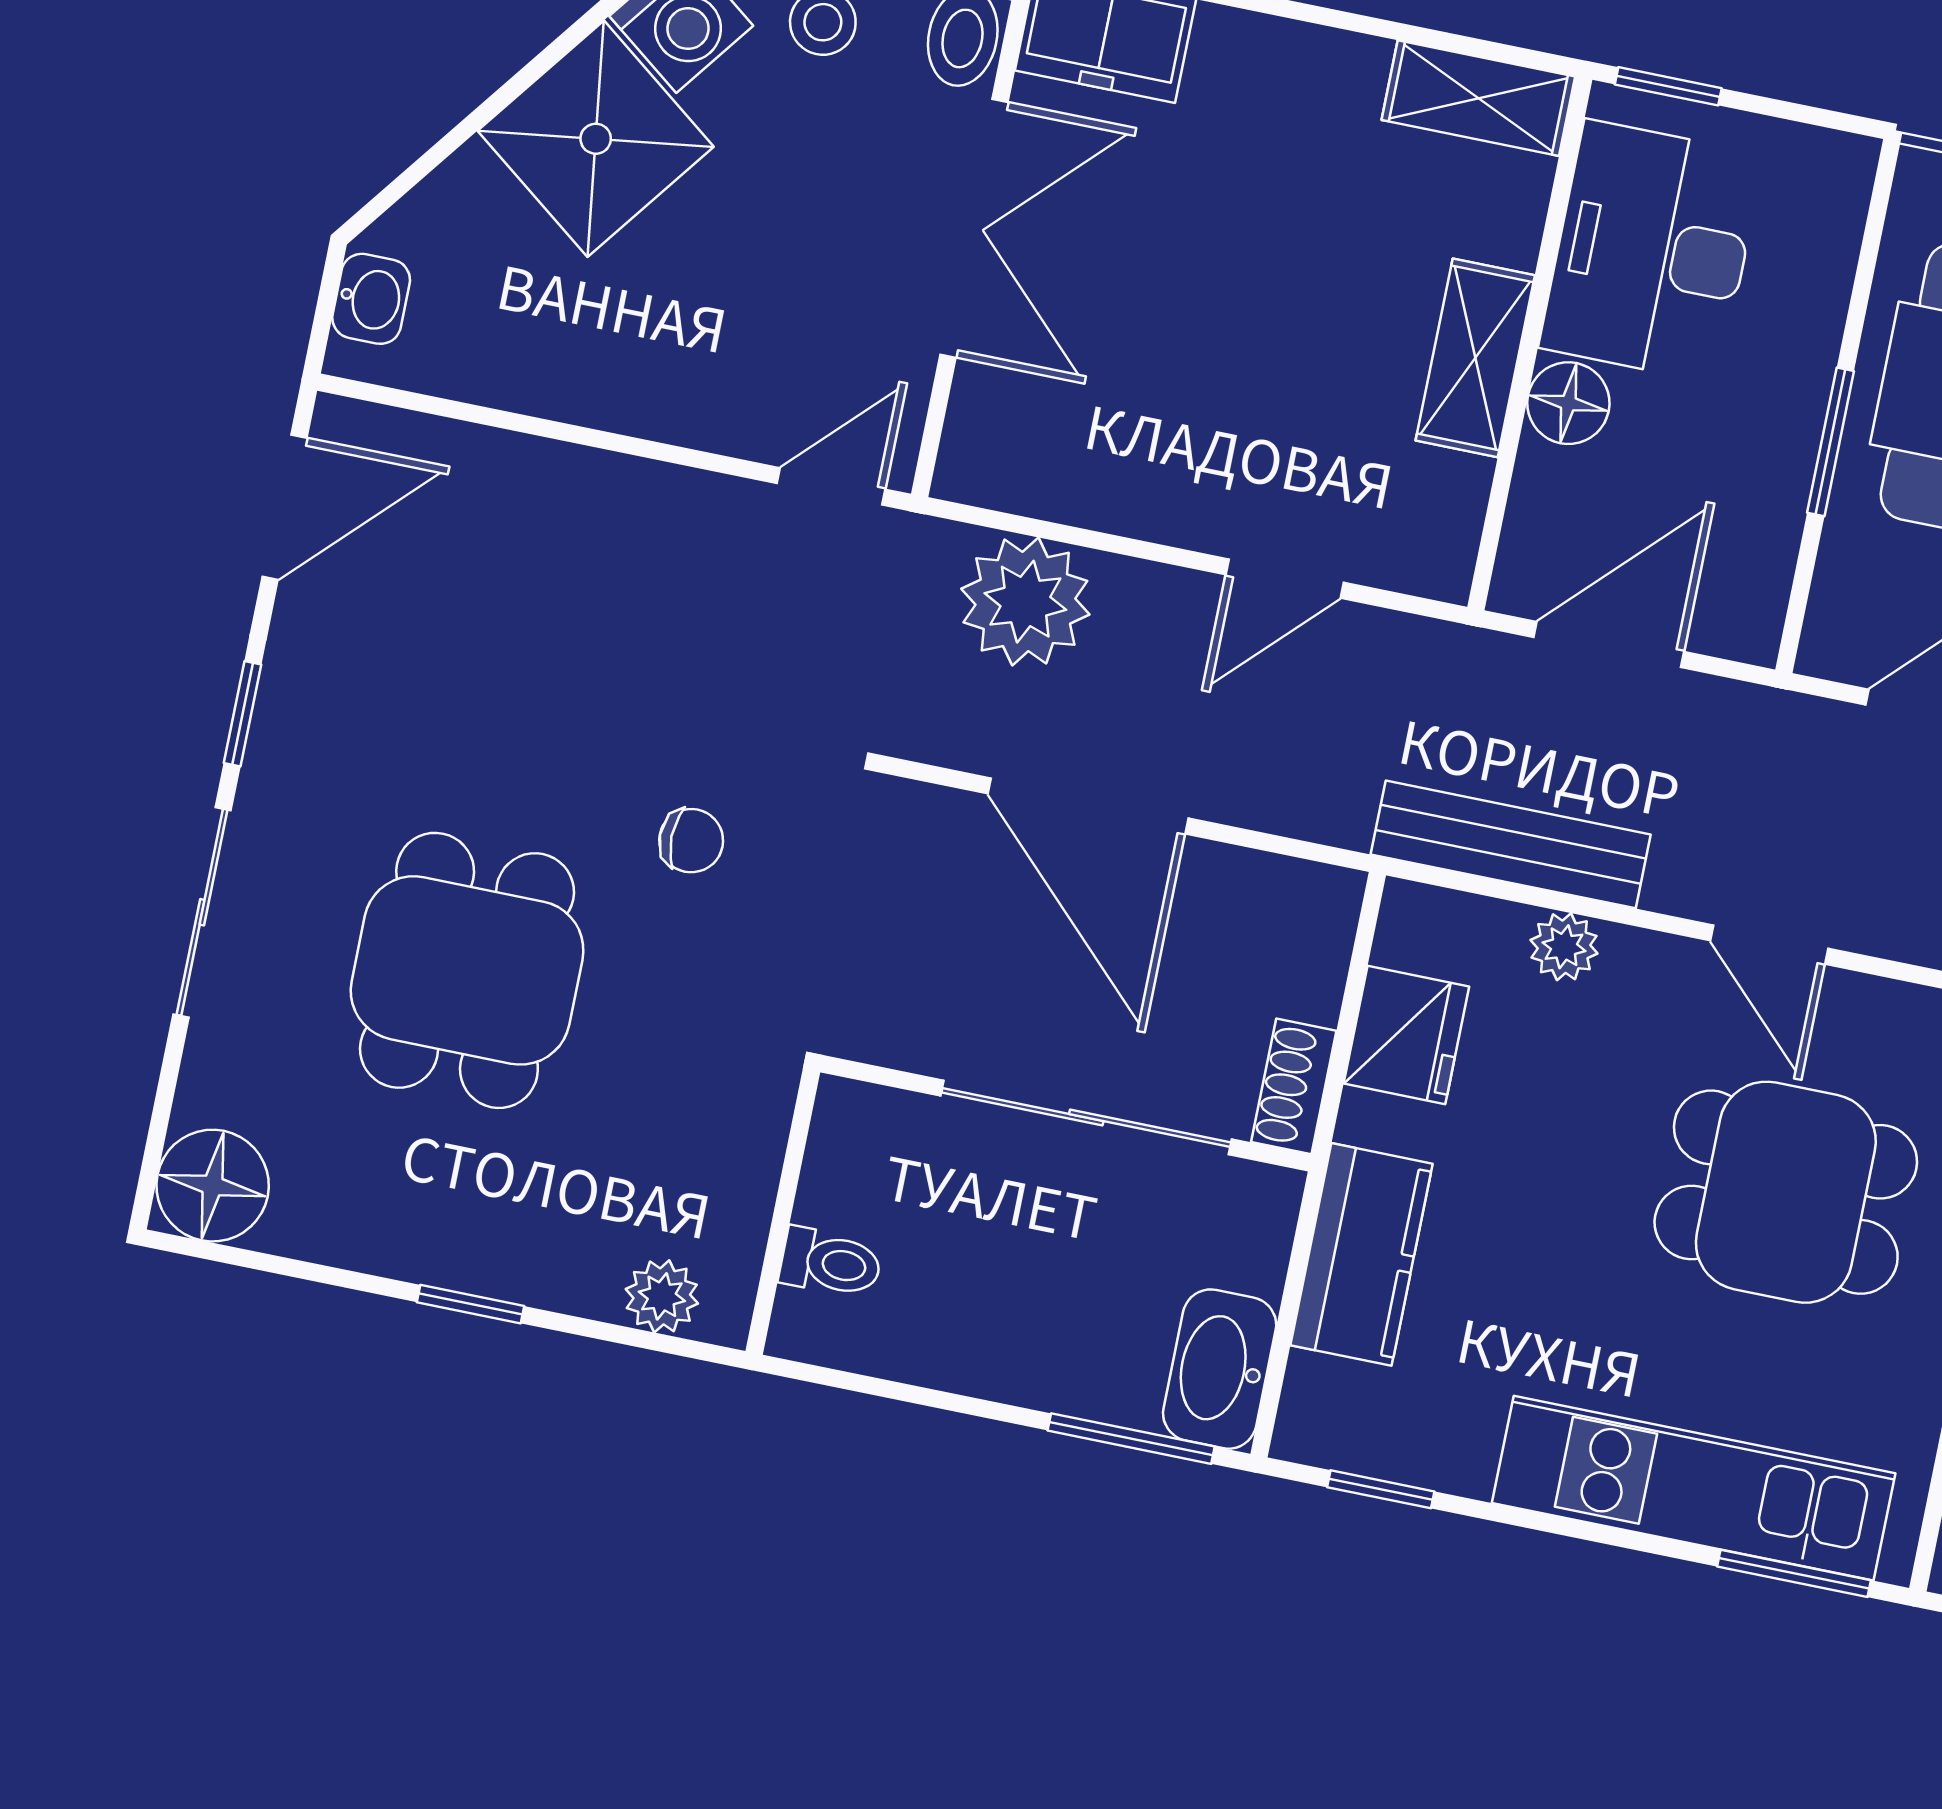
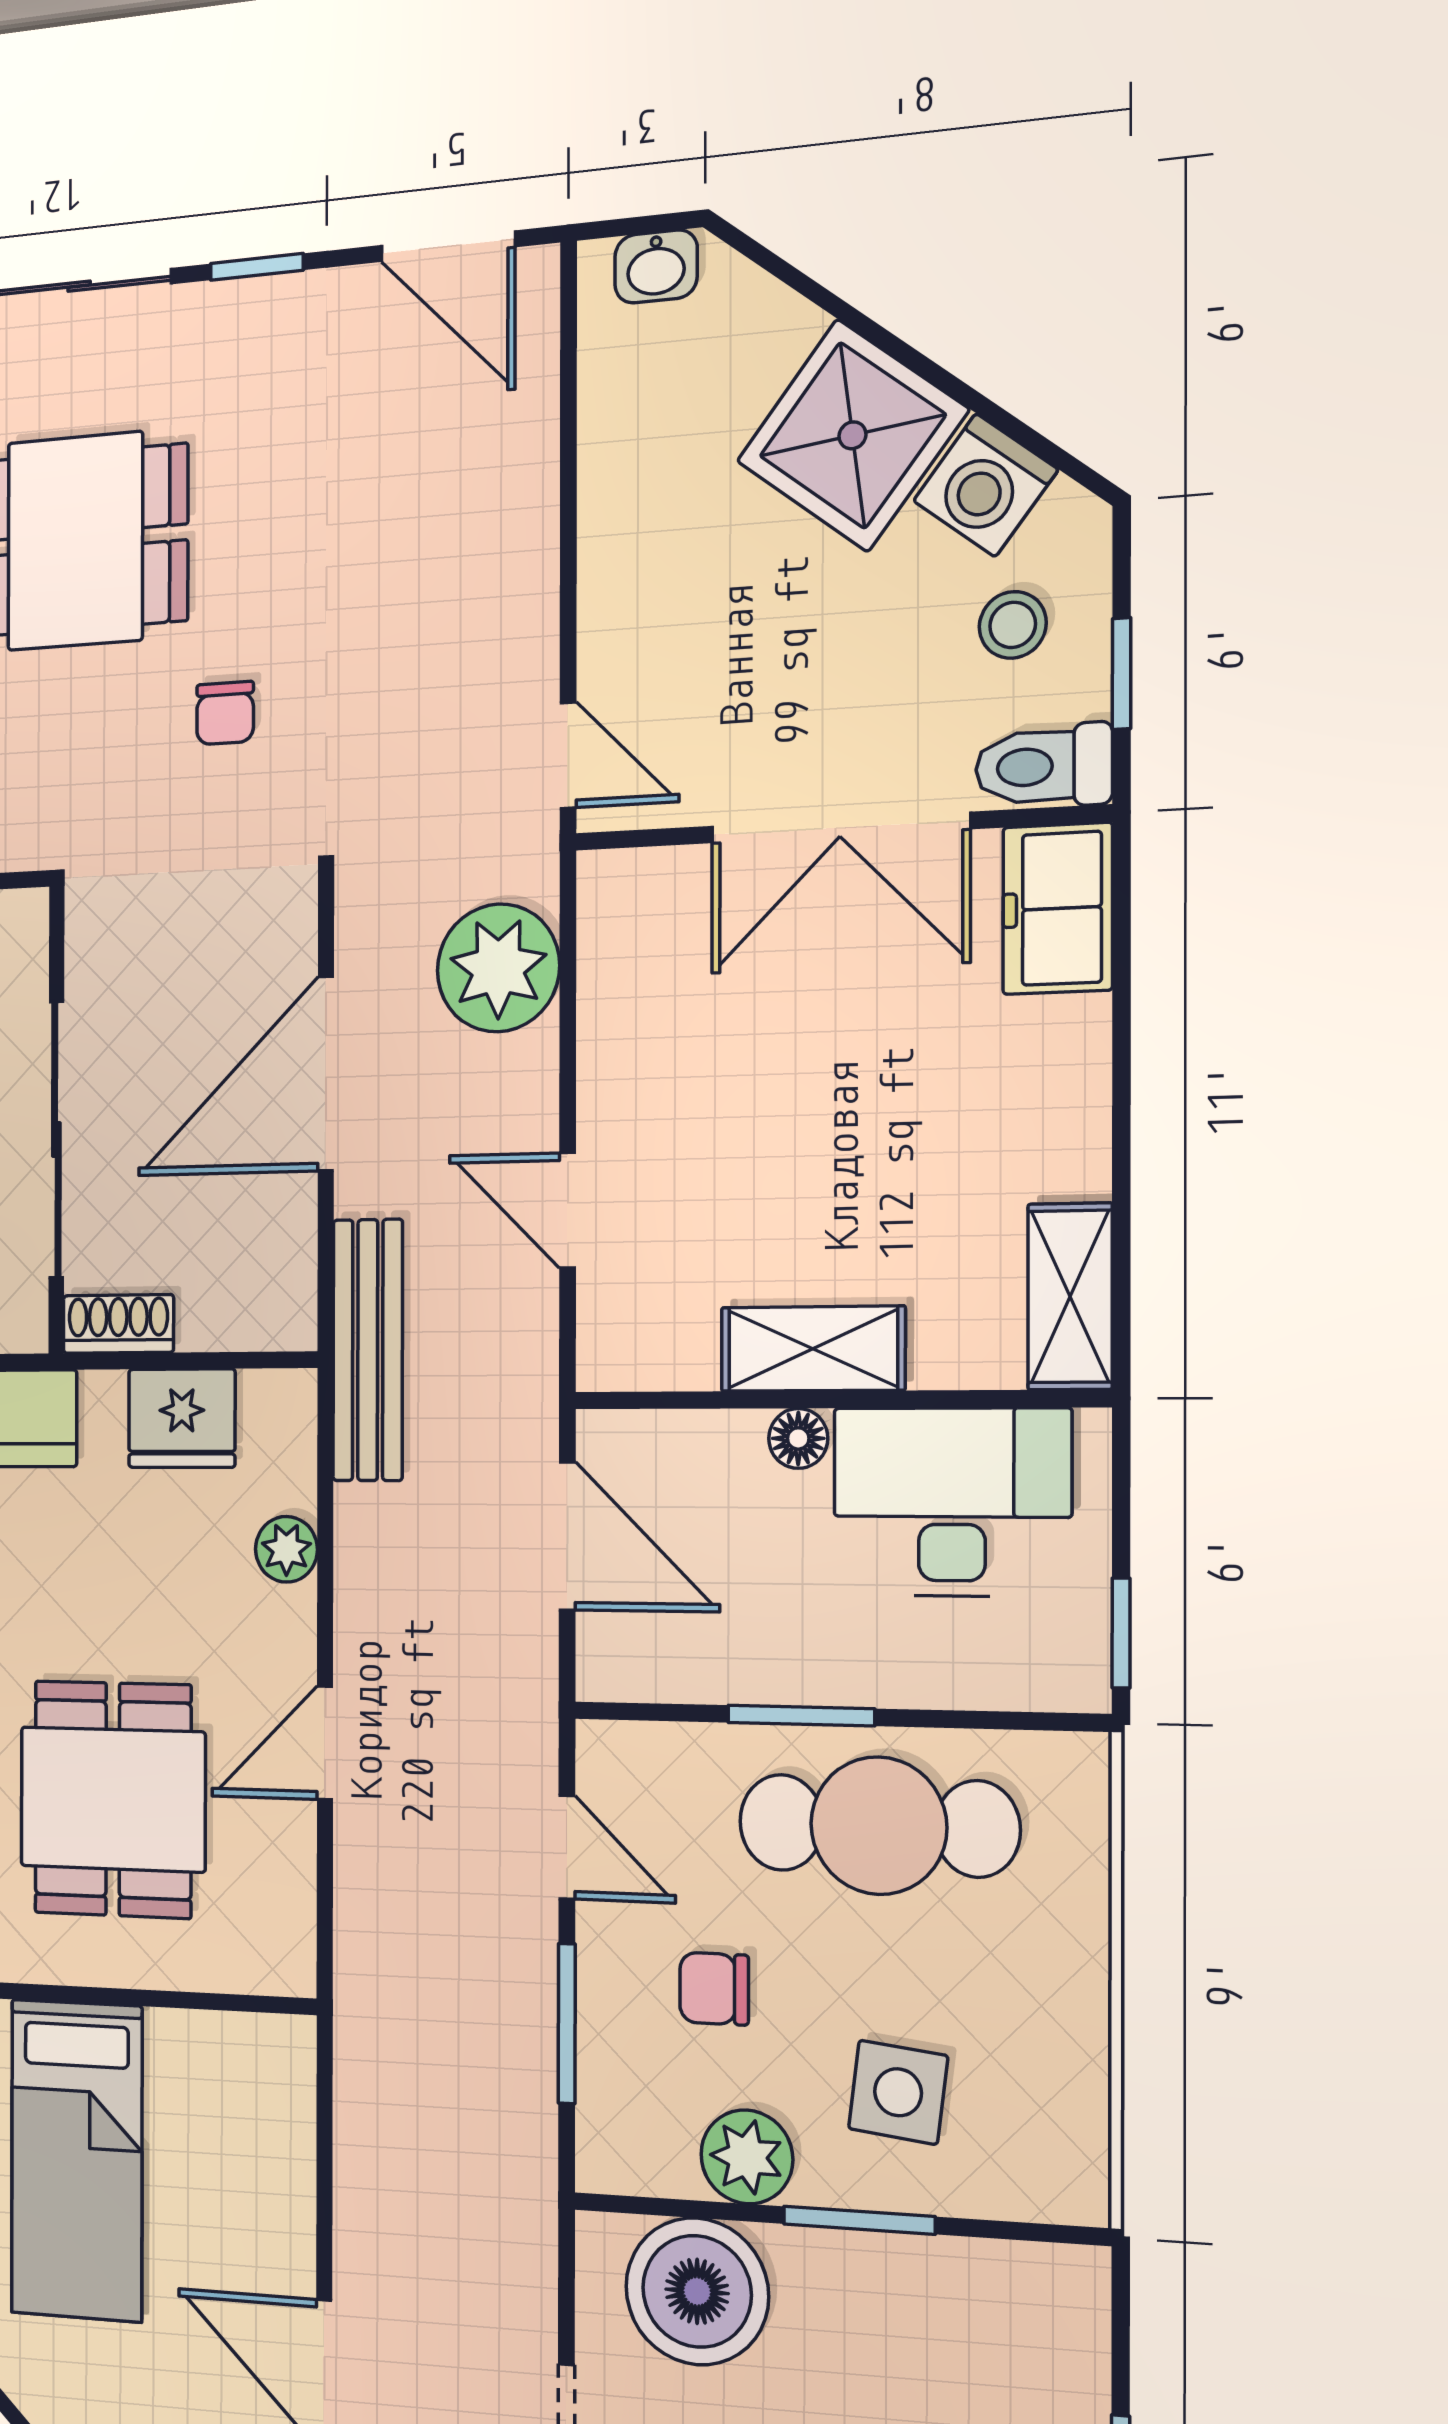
window: (1668, 86) -> (1121, 1633), moved
floor lamp: (1568, 403) -> (798, 1438), width x0.73, depth x0.73
bench: (1511, 844) -> (368, 1350), moved

